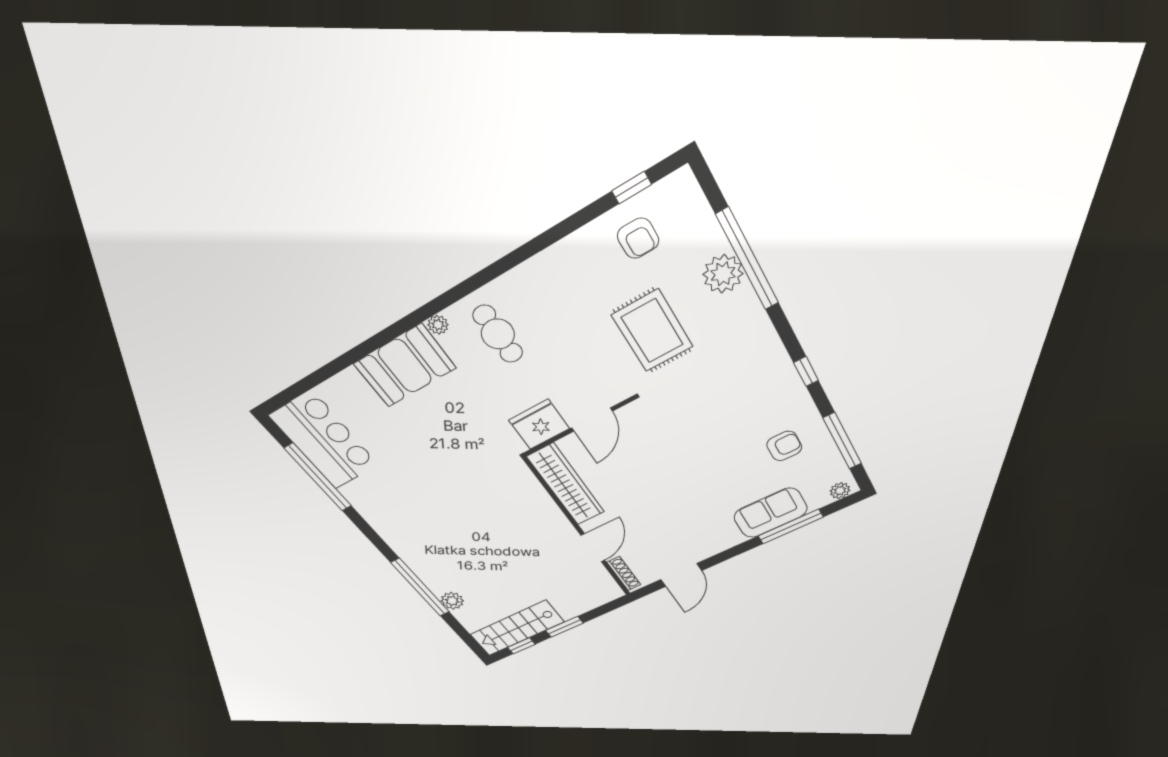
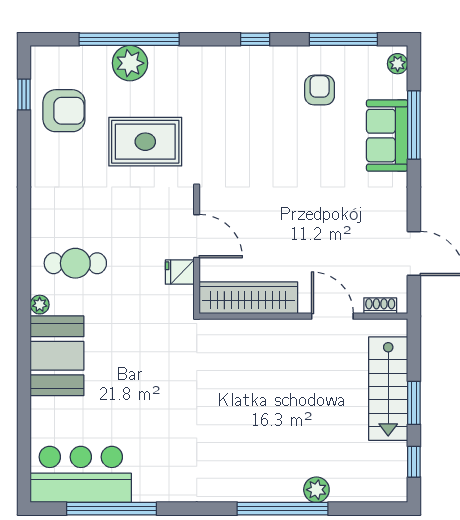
armchair: (638, 238) -> (64, 111), width x1.38, depth x1.38
fridge: (539, 424) -> (180, 272), width x0.53, depth x0.75
shoe rack: (624, 574) -> (380, 306), width x0.70
stairs: (517, 628) -> (388, 389), moved

